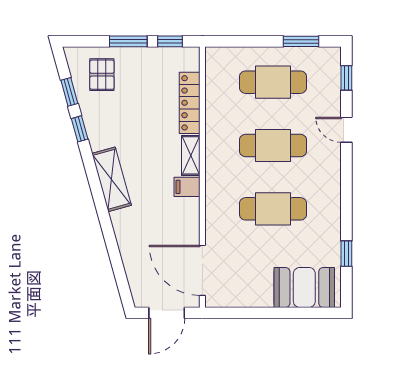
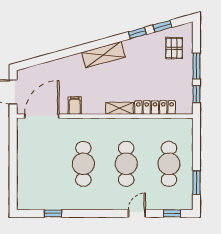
pallet: (102, 75) -> (174, 48), turned 90
filing cabinet: (187, 187) -> (75, 106), moved
booth: (304, 287) -> (30, 185), removed

